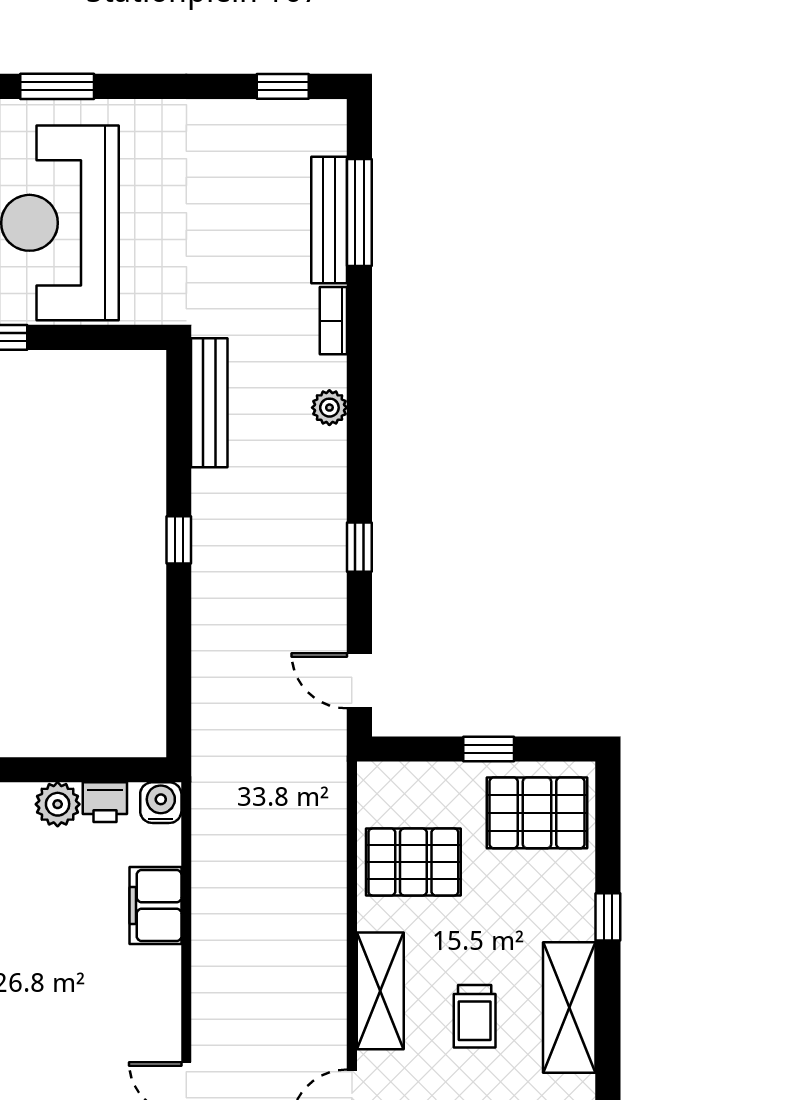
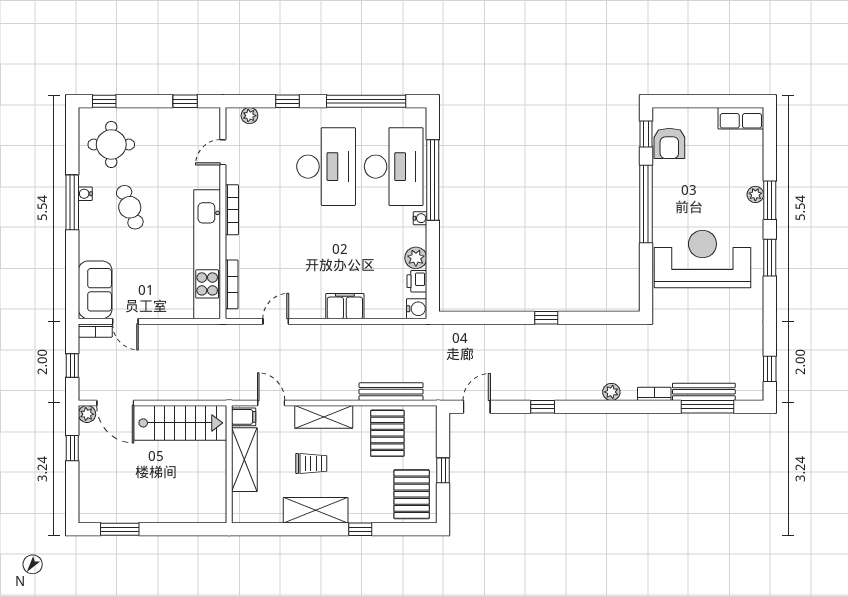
bench: (209, 403) -> (391, 392), moved
filing cabinet: (155, 906) -> (345, 306), moved
trolley: (475, 1016) -> (311, 463), turned 180

